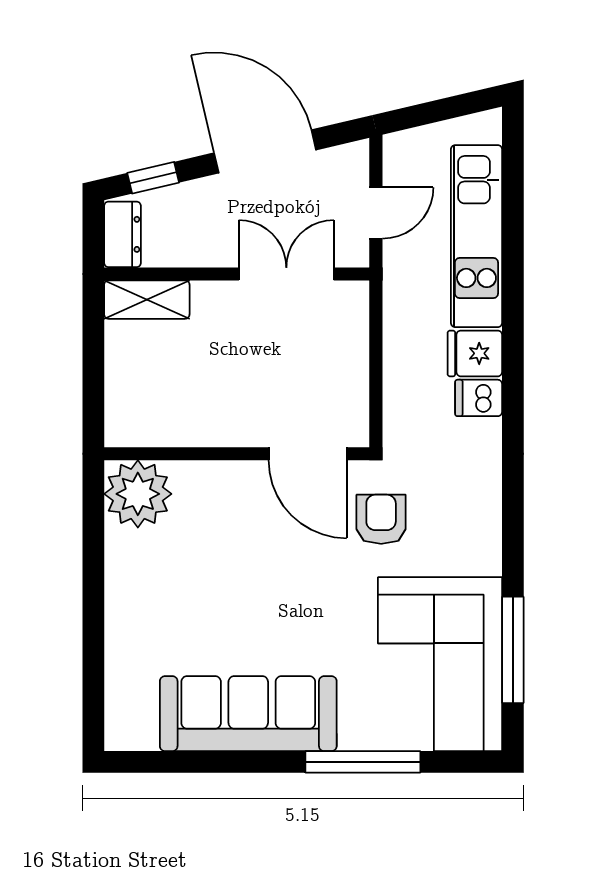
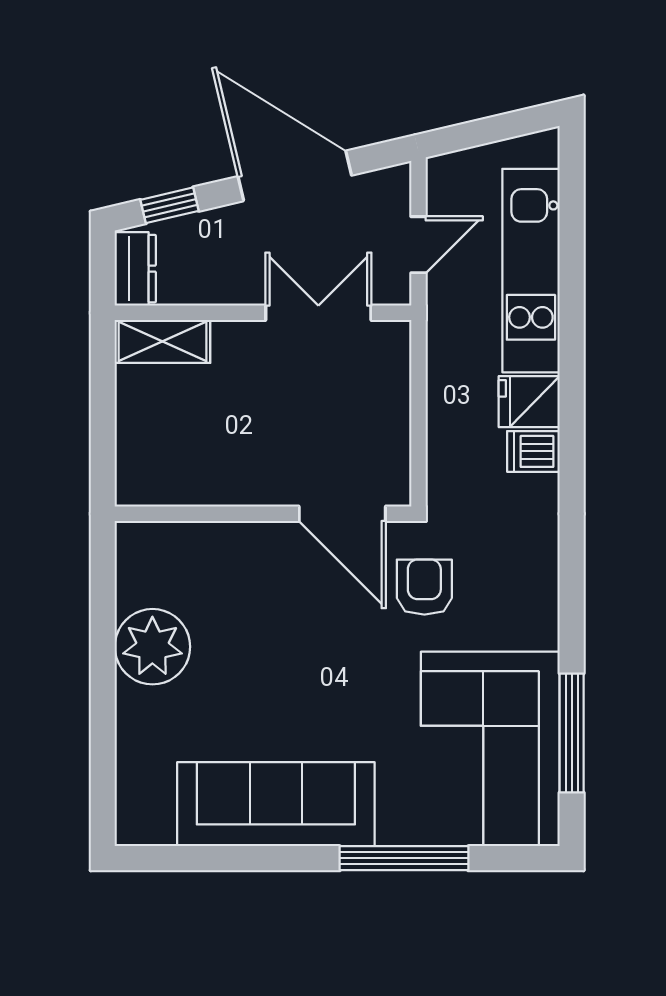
plant: (138, 494) -> (152, 647), moved

